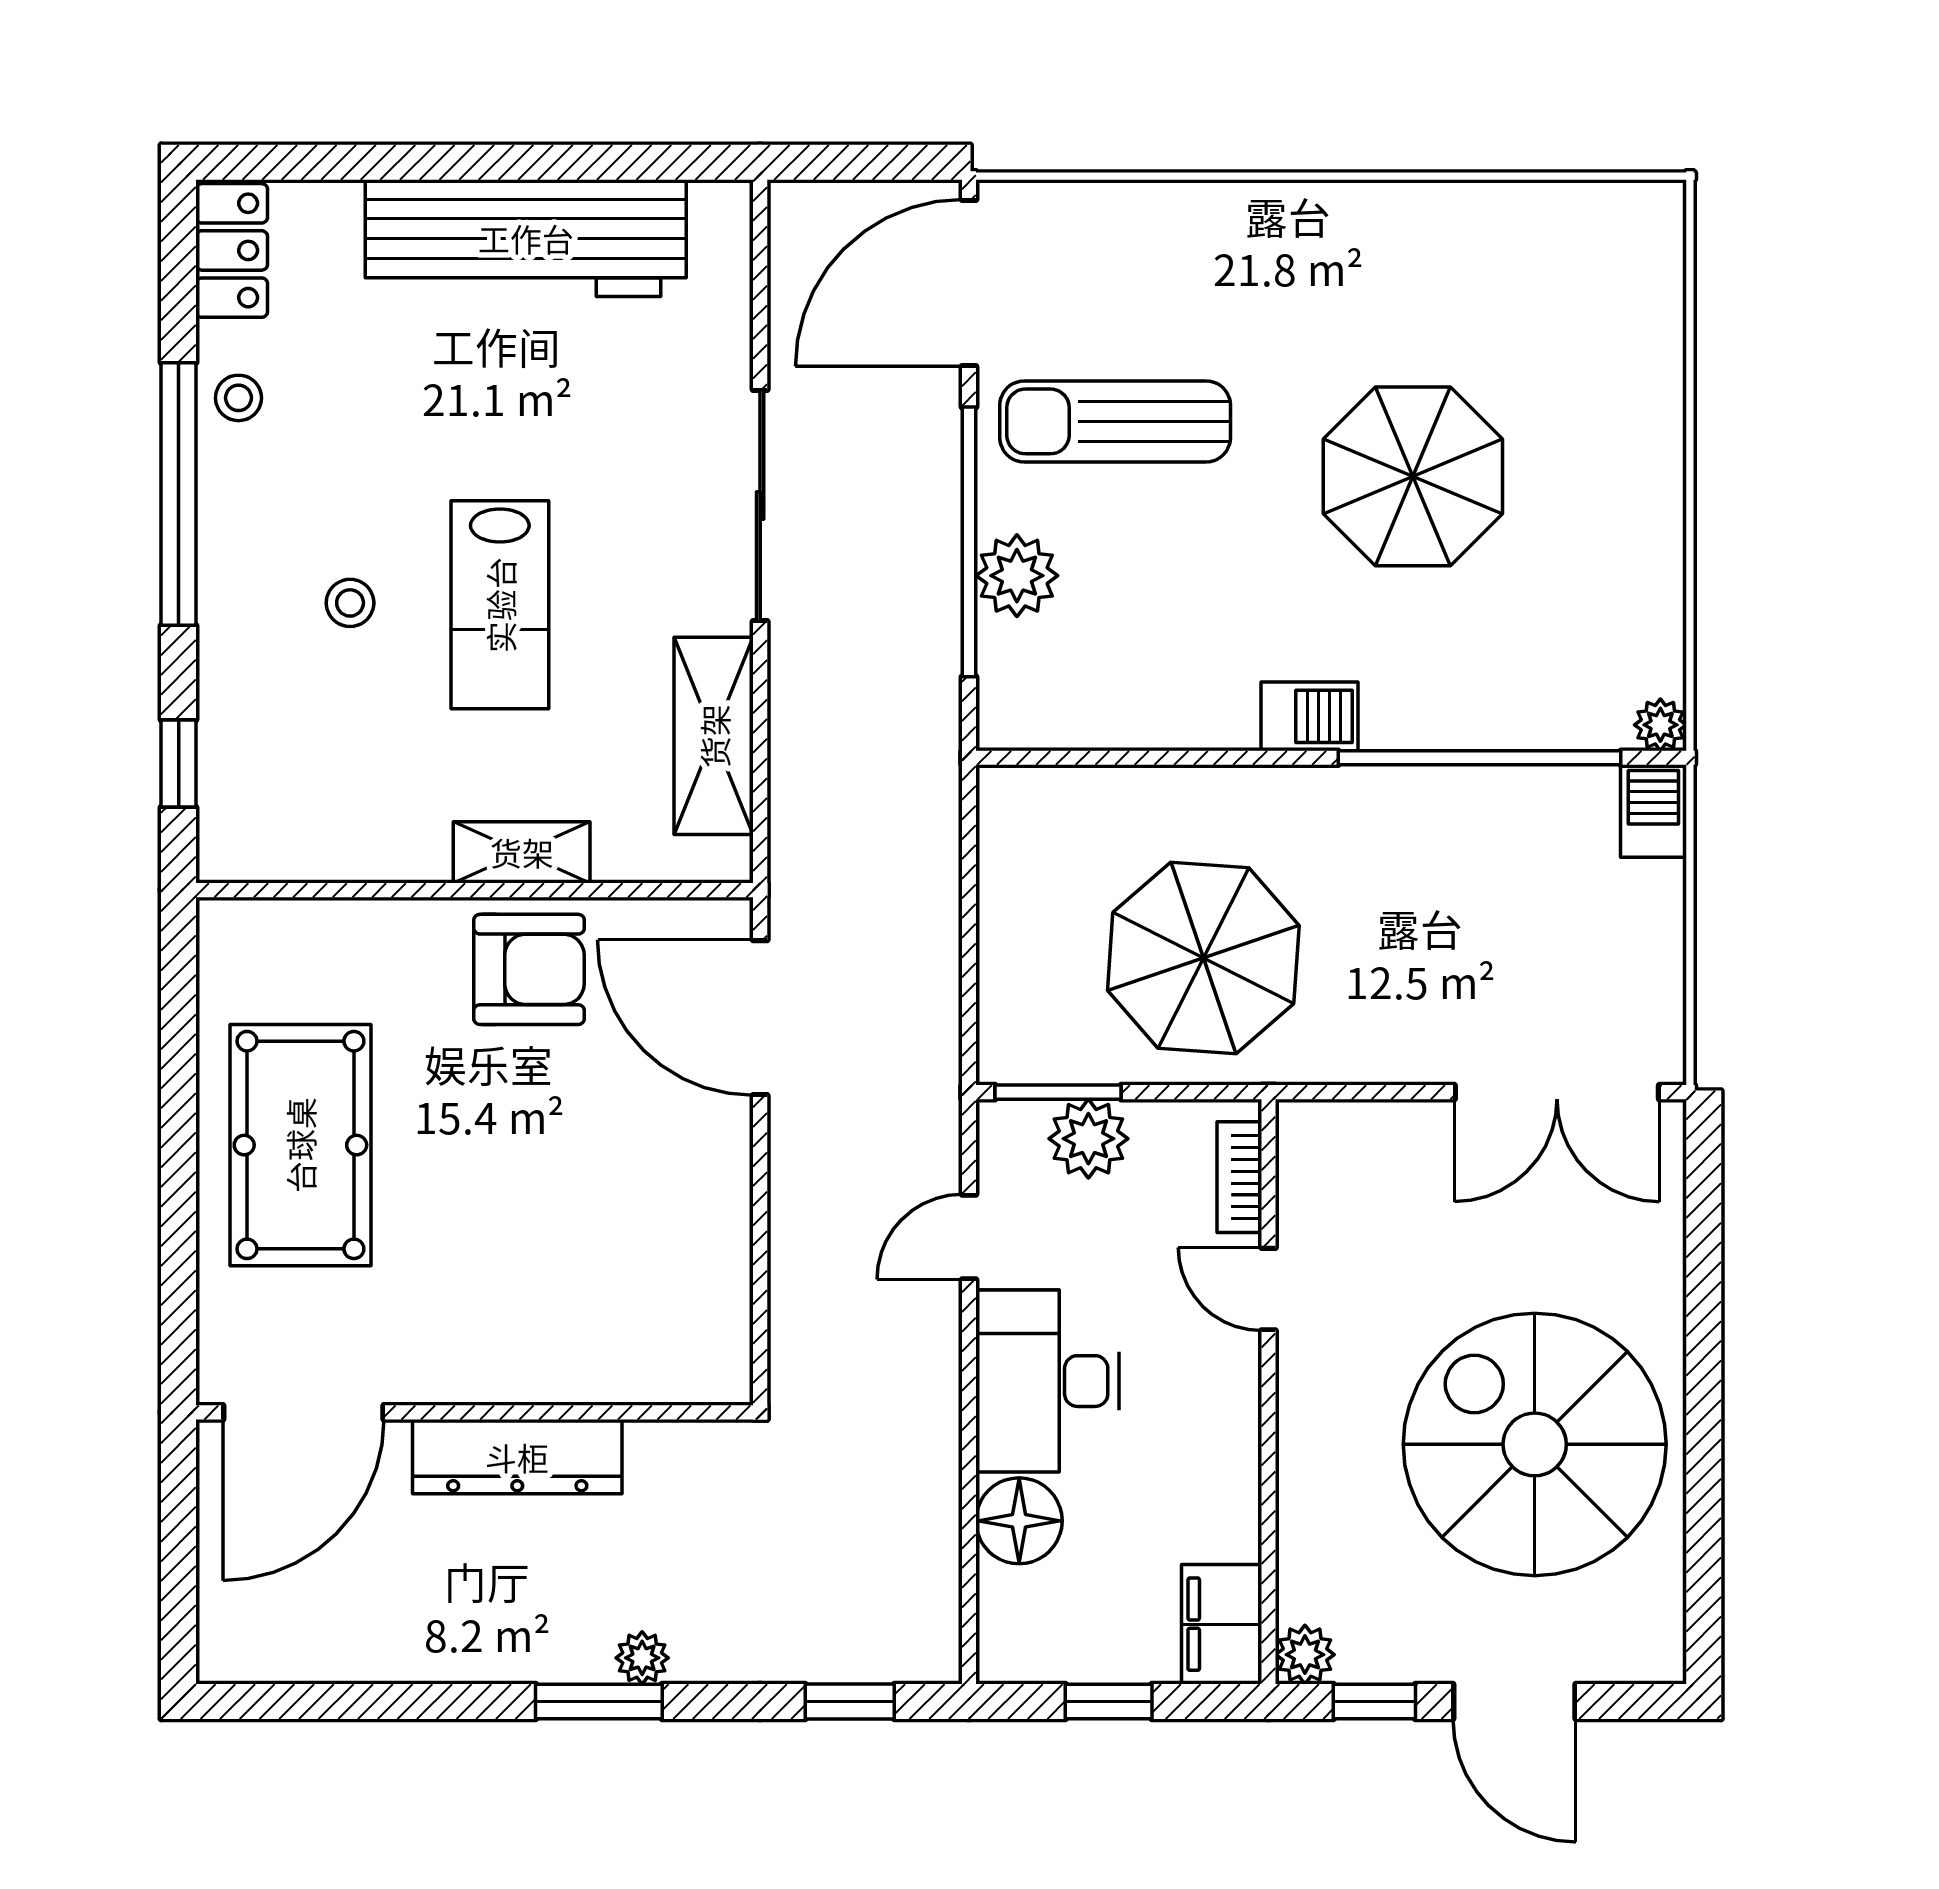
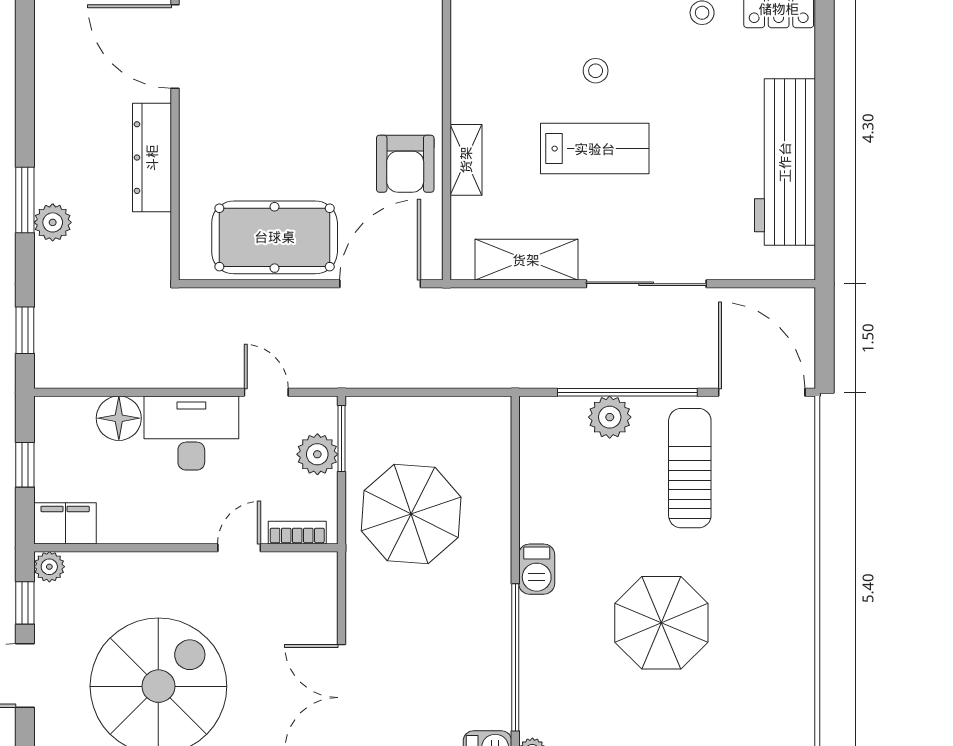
lab bench: (500, 605) -> (595, 149), turned 180
pool table: (300, 1145) -> (275, 237), moved
plant: (642, 1658) -> (53, 222), width x1.38, depth x1.38

